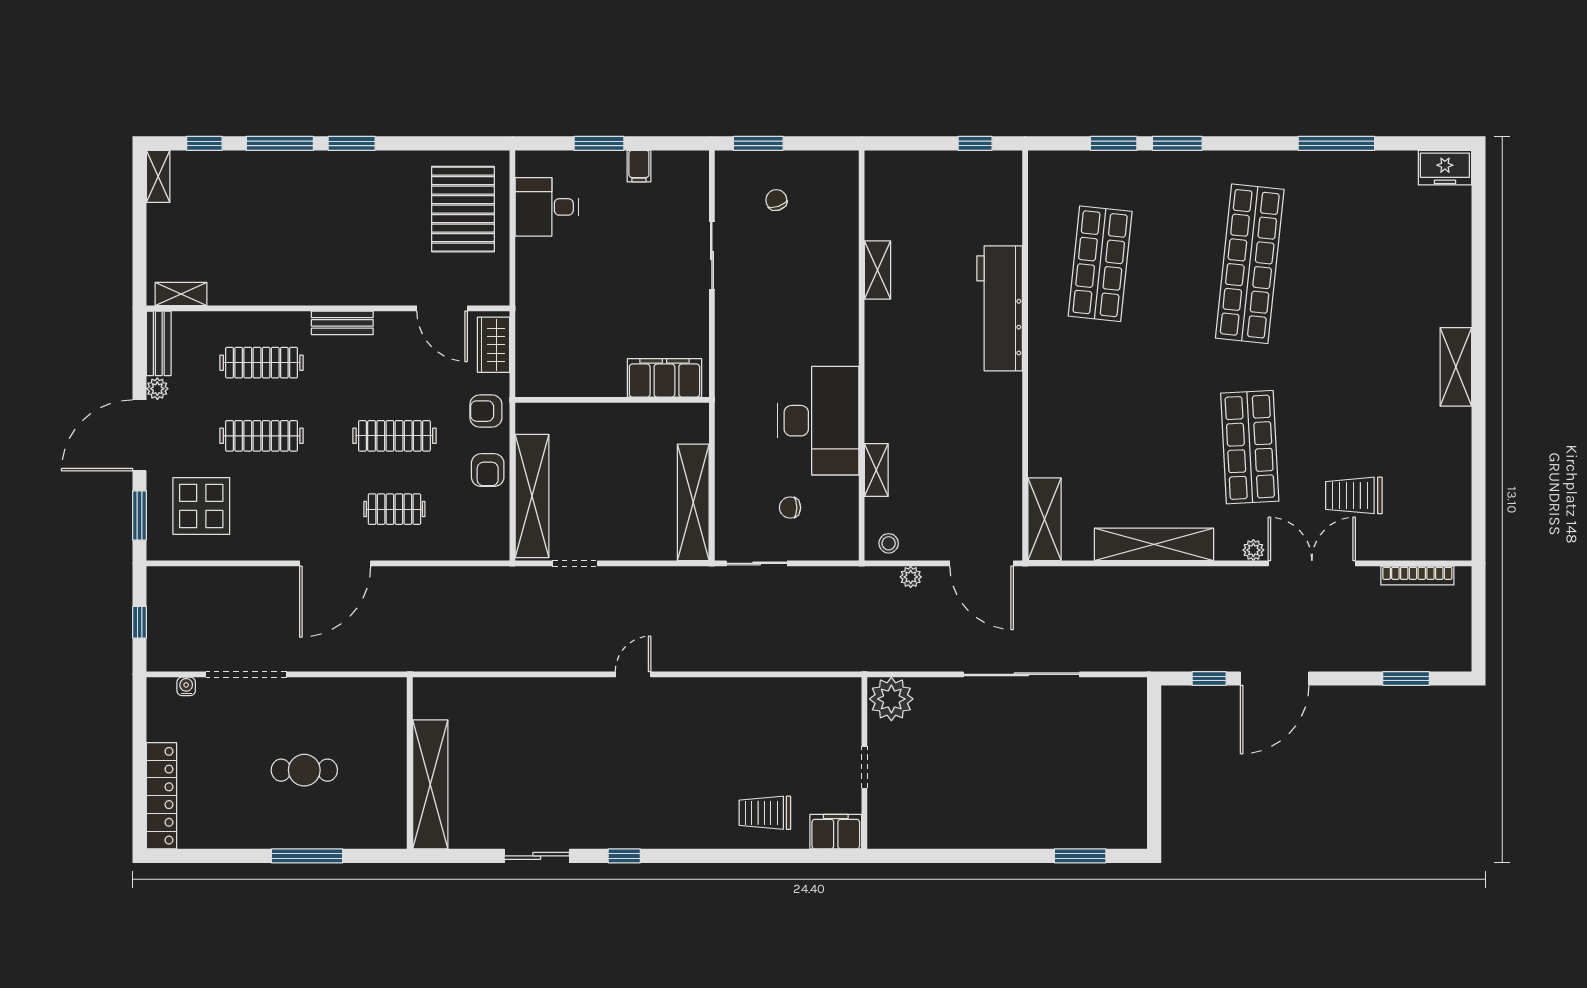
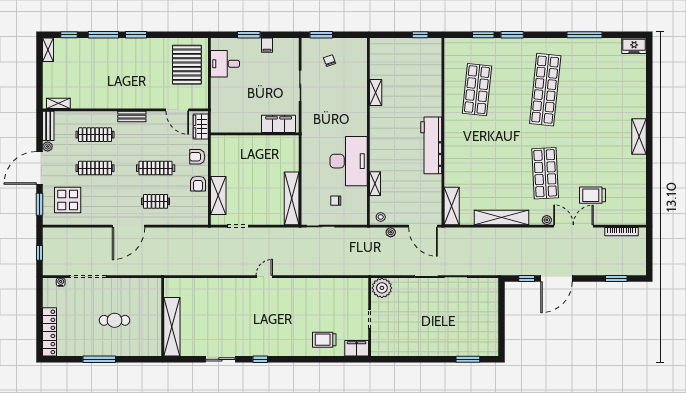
workbench: (1000, 308) -> (431, 145), moved
filing cabinet: (664, 378) -> (279, 124), moved
wall: (612, 400) -> (255, 134), moved
shelving: (532, 496) -> (218, 195), width x0.68
window: (307, 856) -> (99, 359), moved

